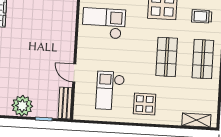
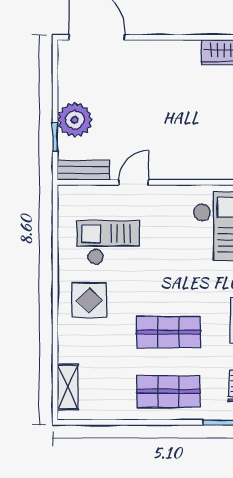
plant: (22, 106) -> (75, 120), moved

